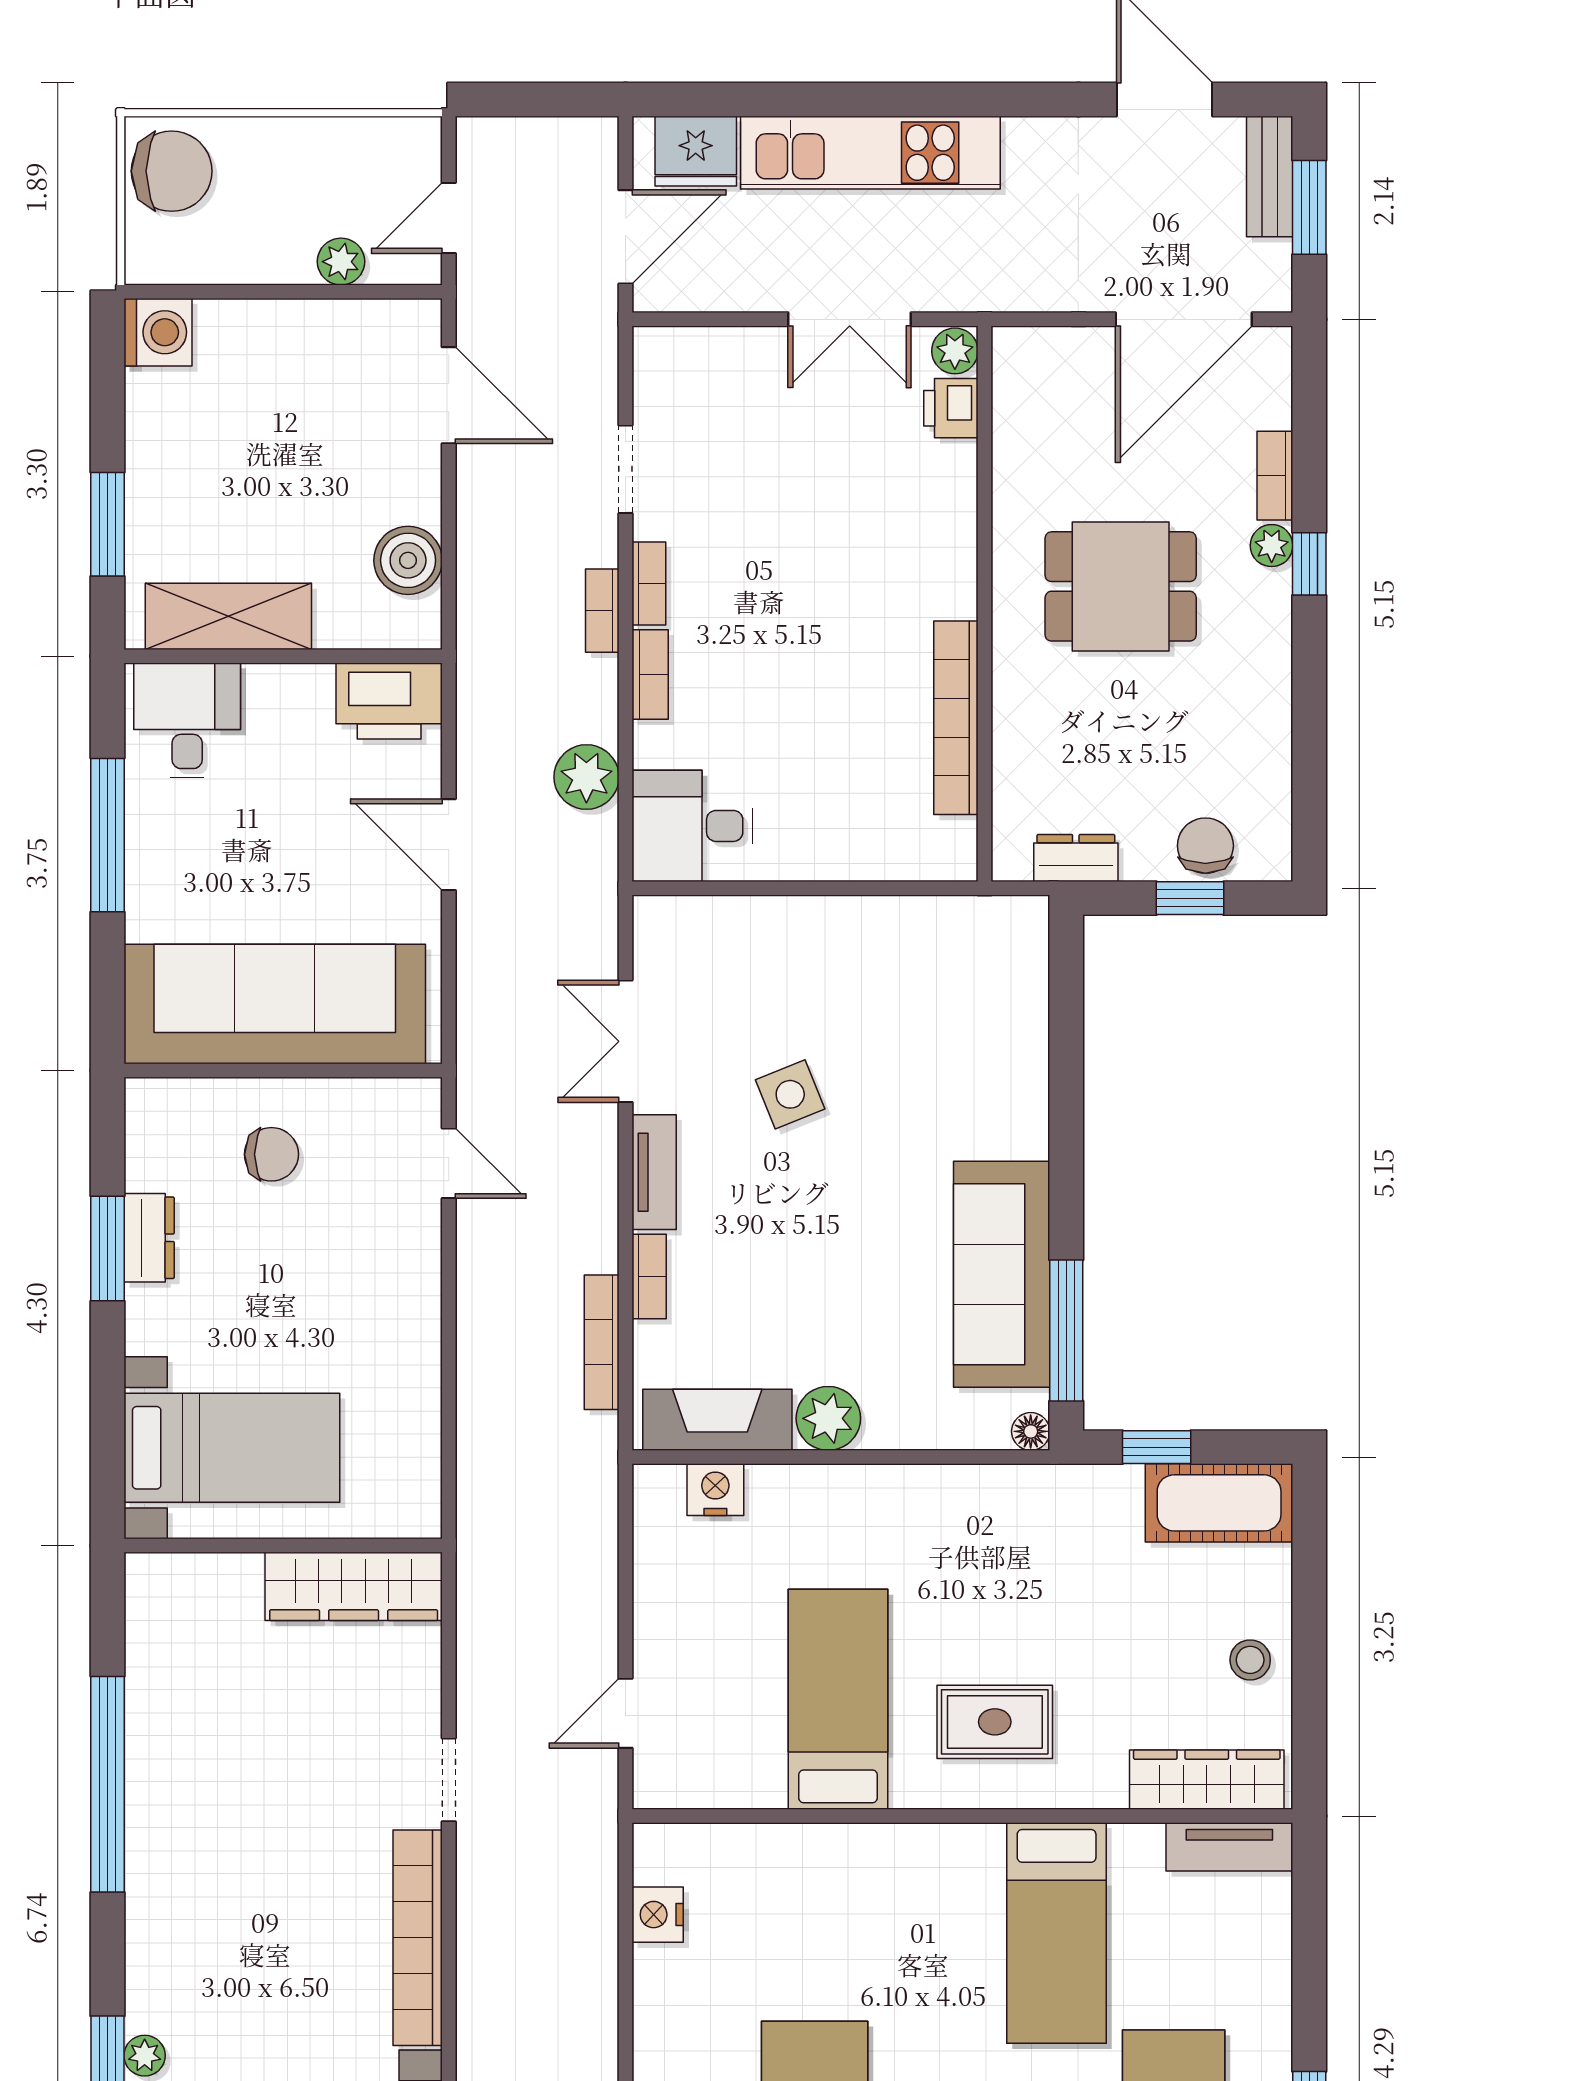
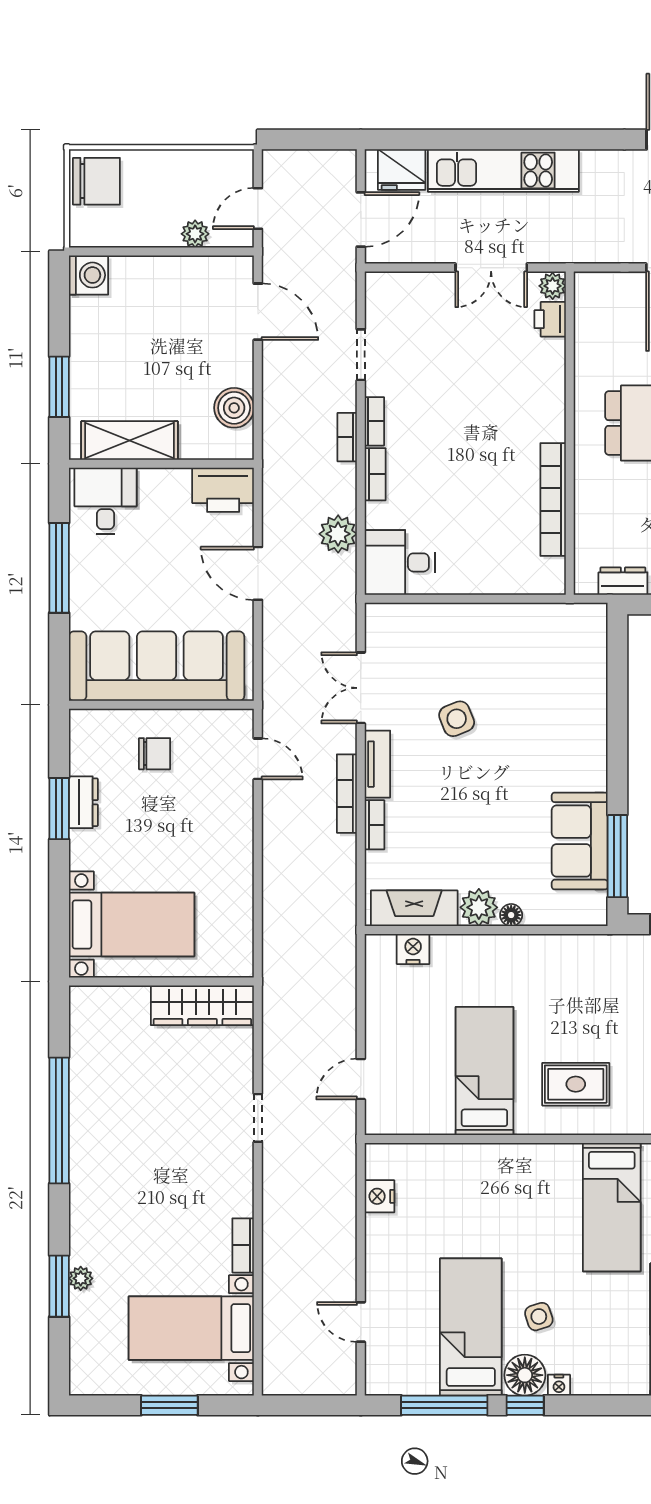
sofa: (1002, 1274) -> (580, 841), width x0.73
bookcase: (602, 1342) -> (347, 794), moved
floor lamp: (1031, 1431) -> (511, 915), moved
bookcase: (418, 1938) -> (243, 1245), width x0.43, depth x0.76

